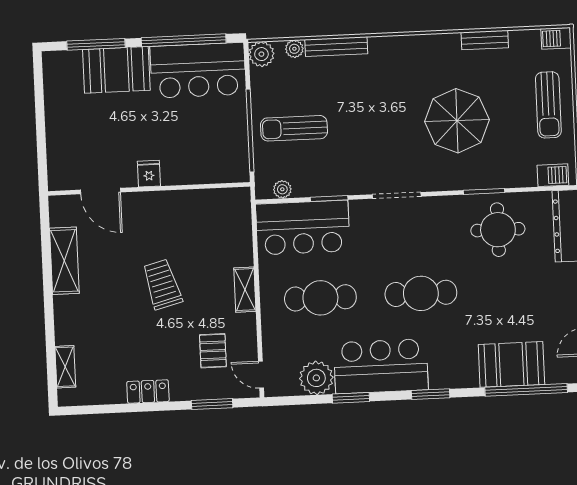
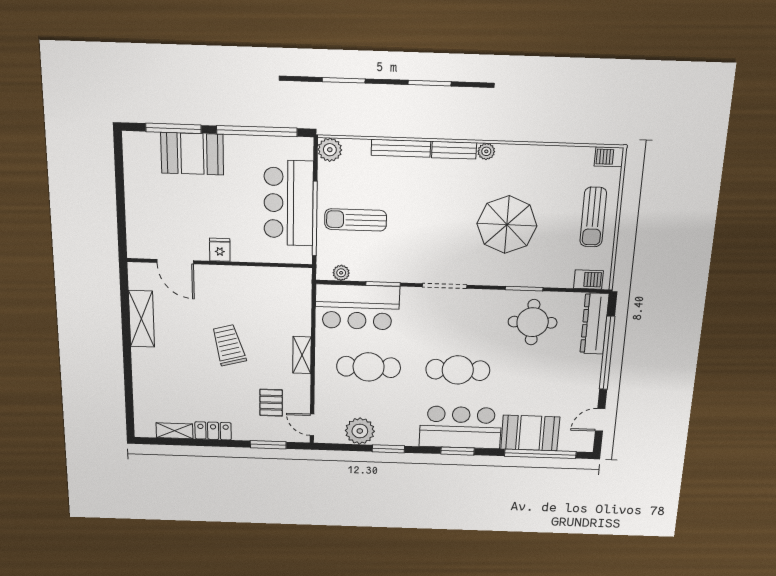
bench: (485, 40) -> (454, 150), moved
plant: (294, 49) -> (486, 151), moved
bar counter: (198, 70) -> (289, 203), moved, turned 90
bar counter: (381, 366) -> (460, 427), moved
shelving: (65, 367) -> (174, 431), moved, turned 90

